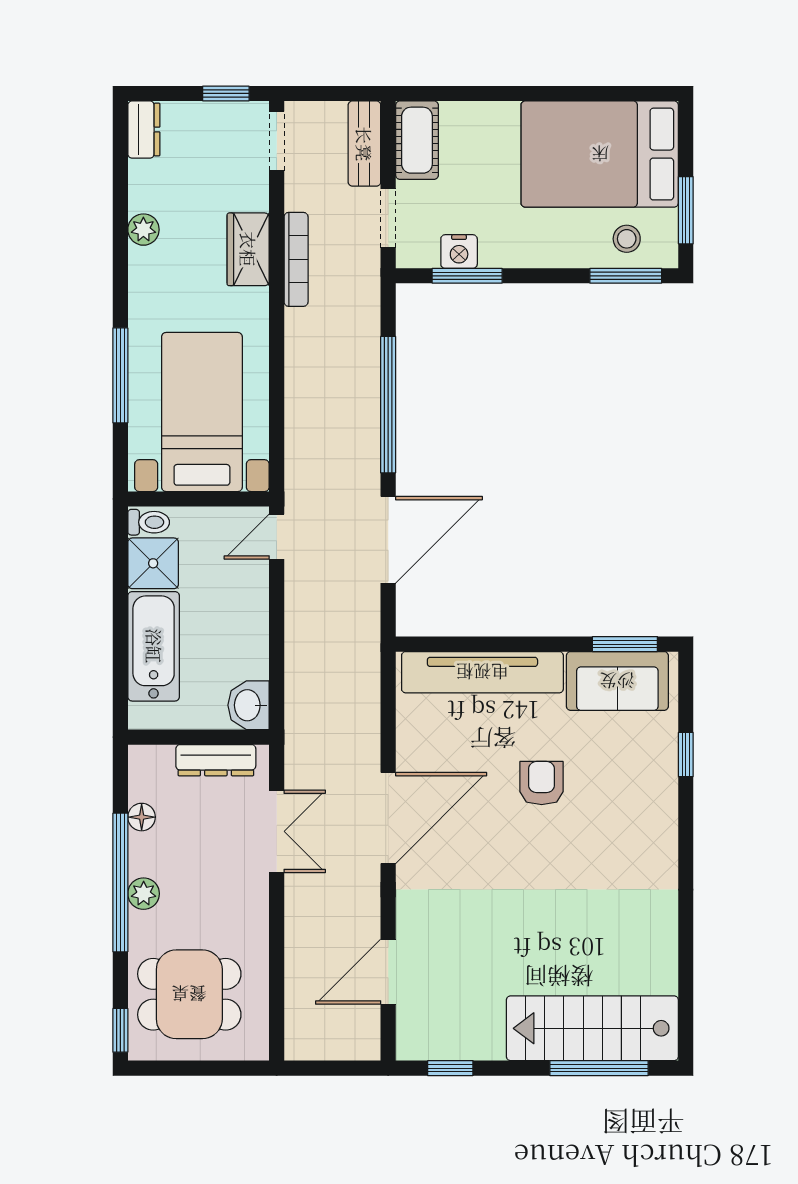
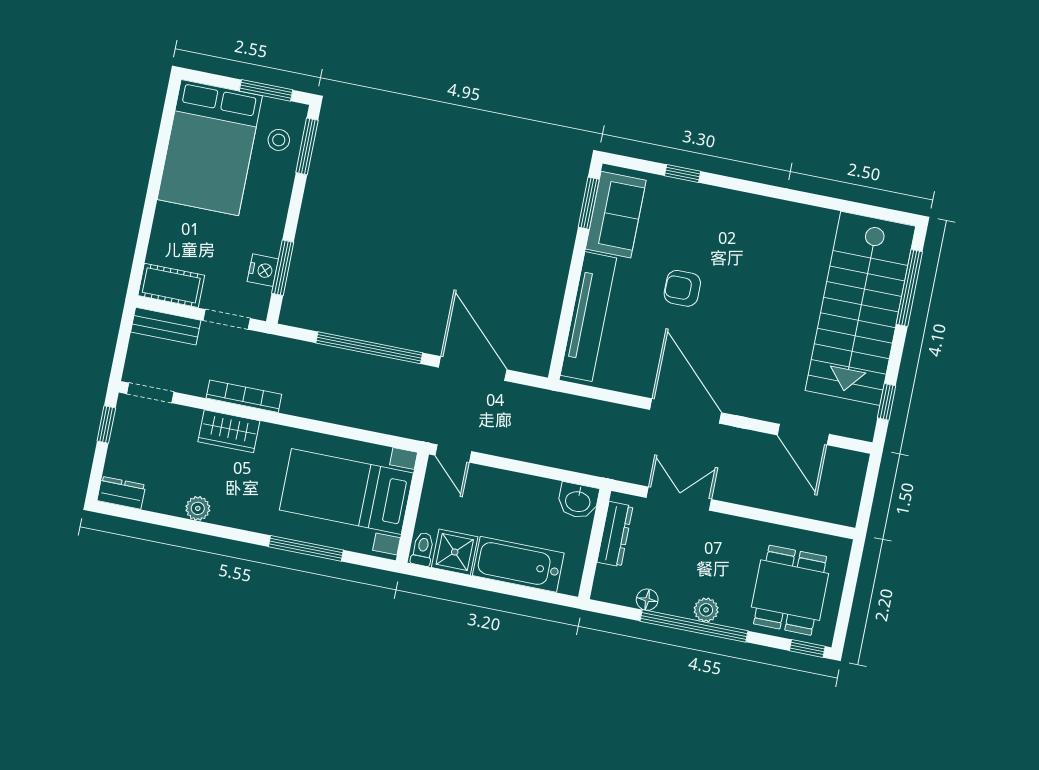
stairs: (592, 1028) -> (860, 308), width x1.36, depth x1.51

